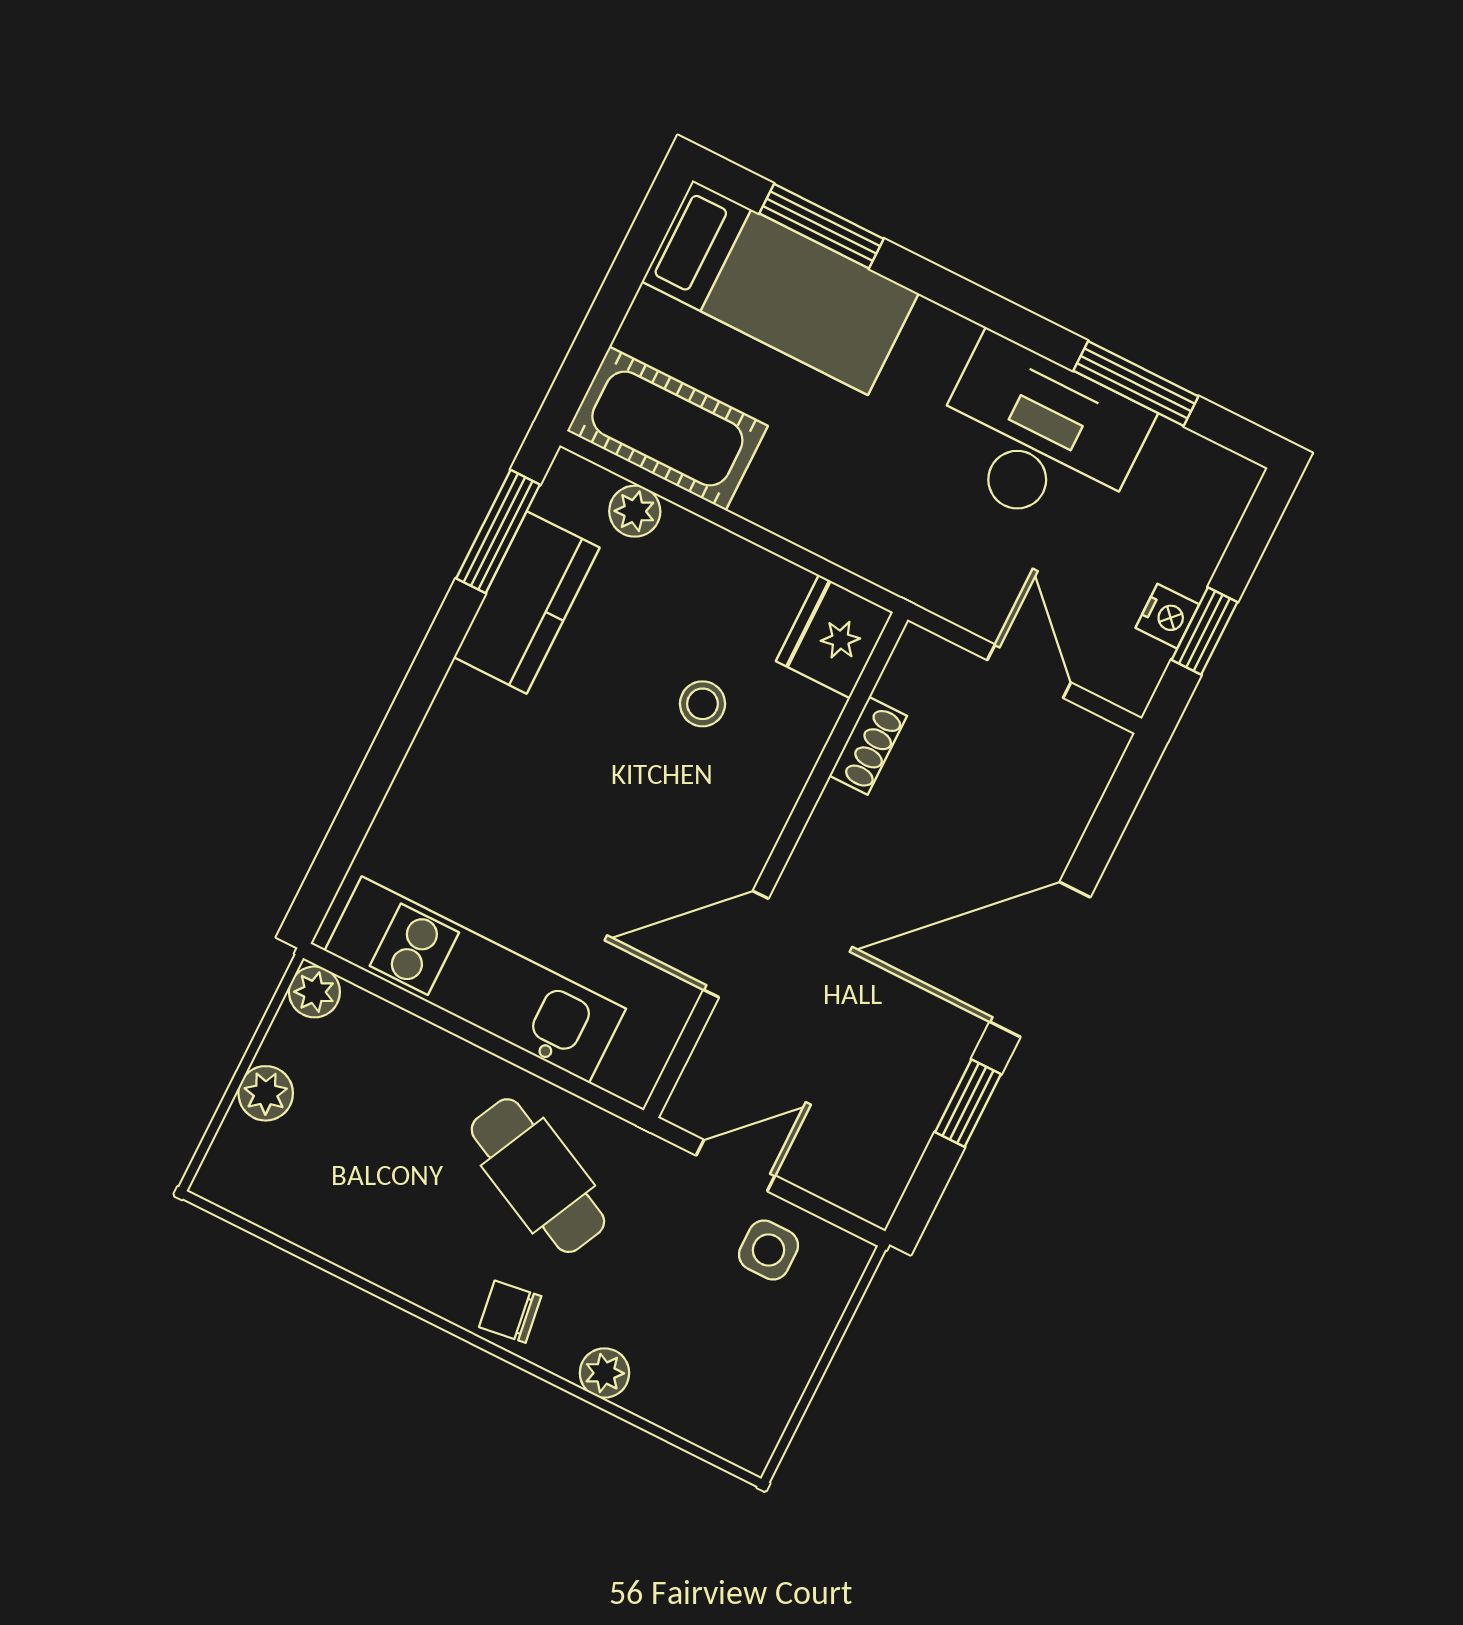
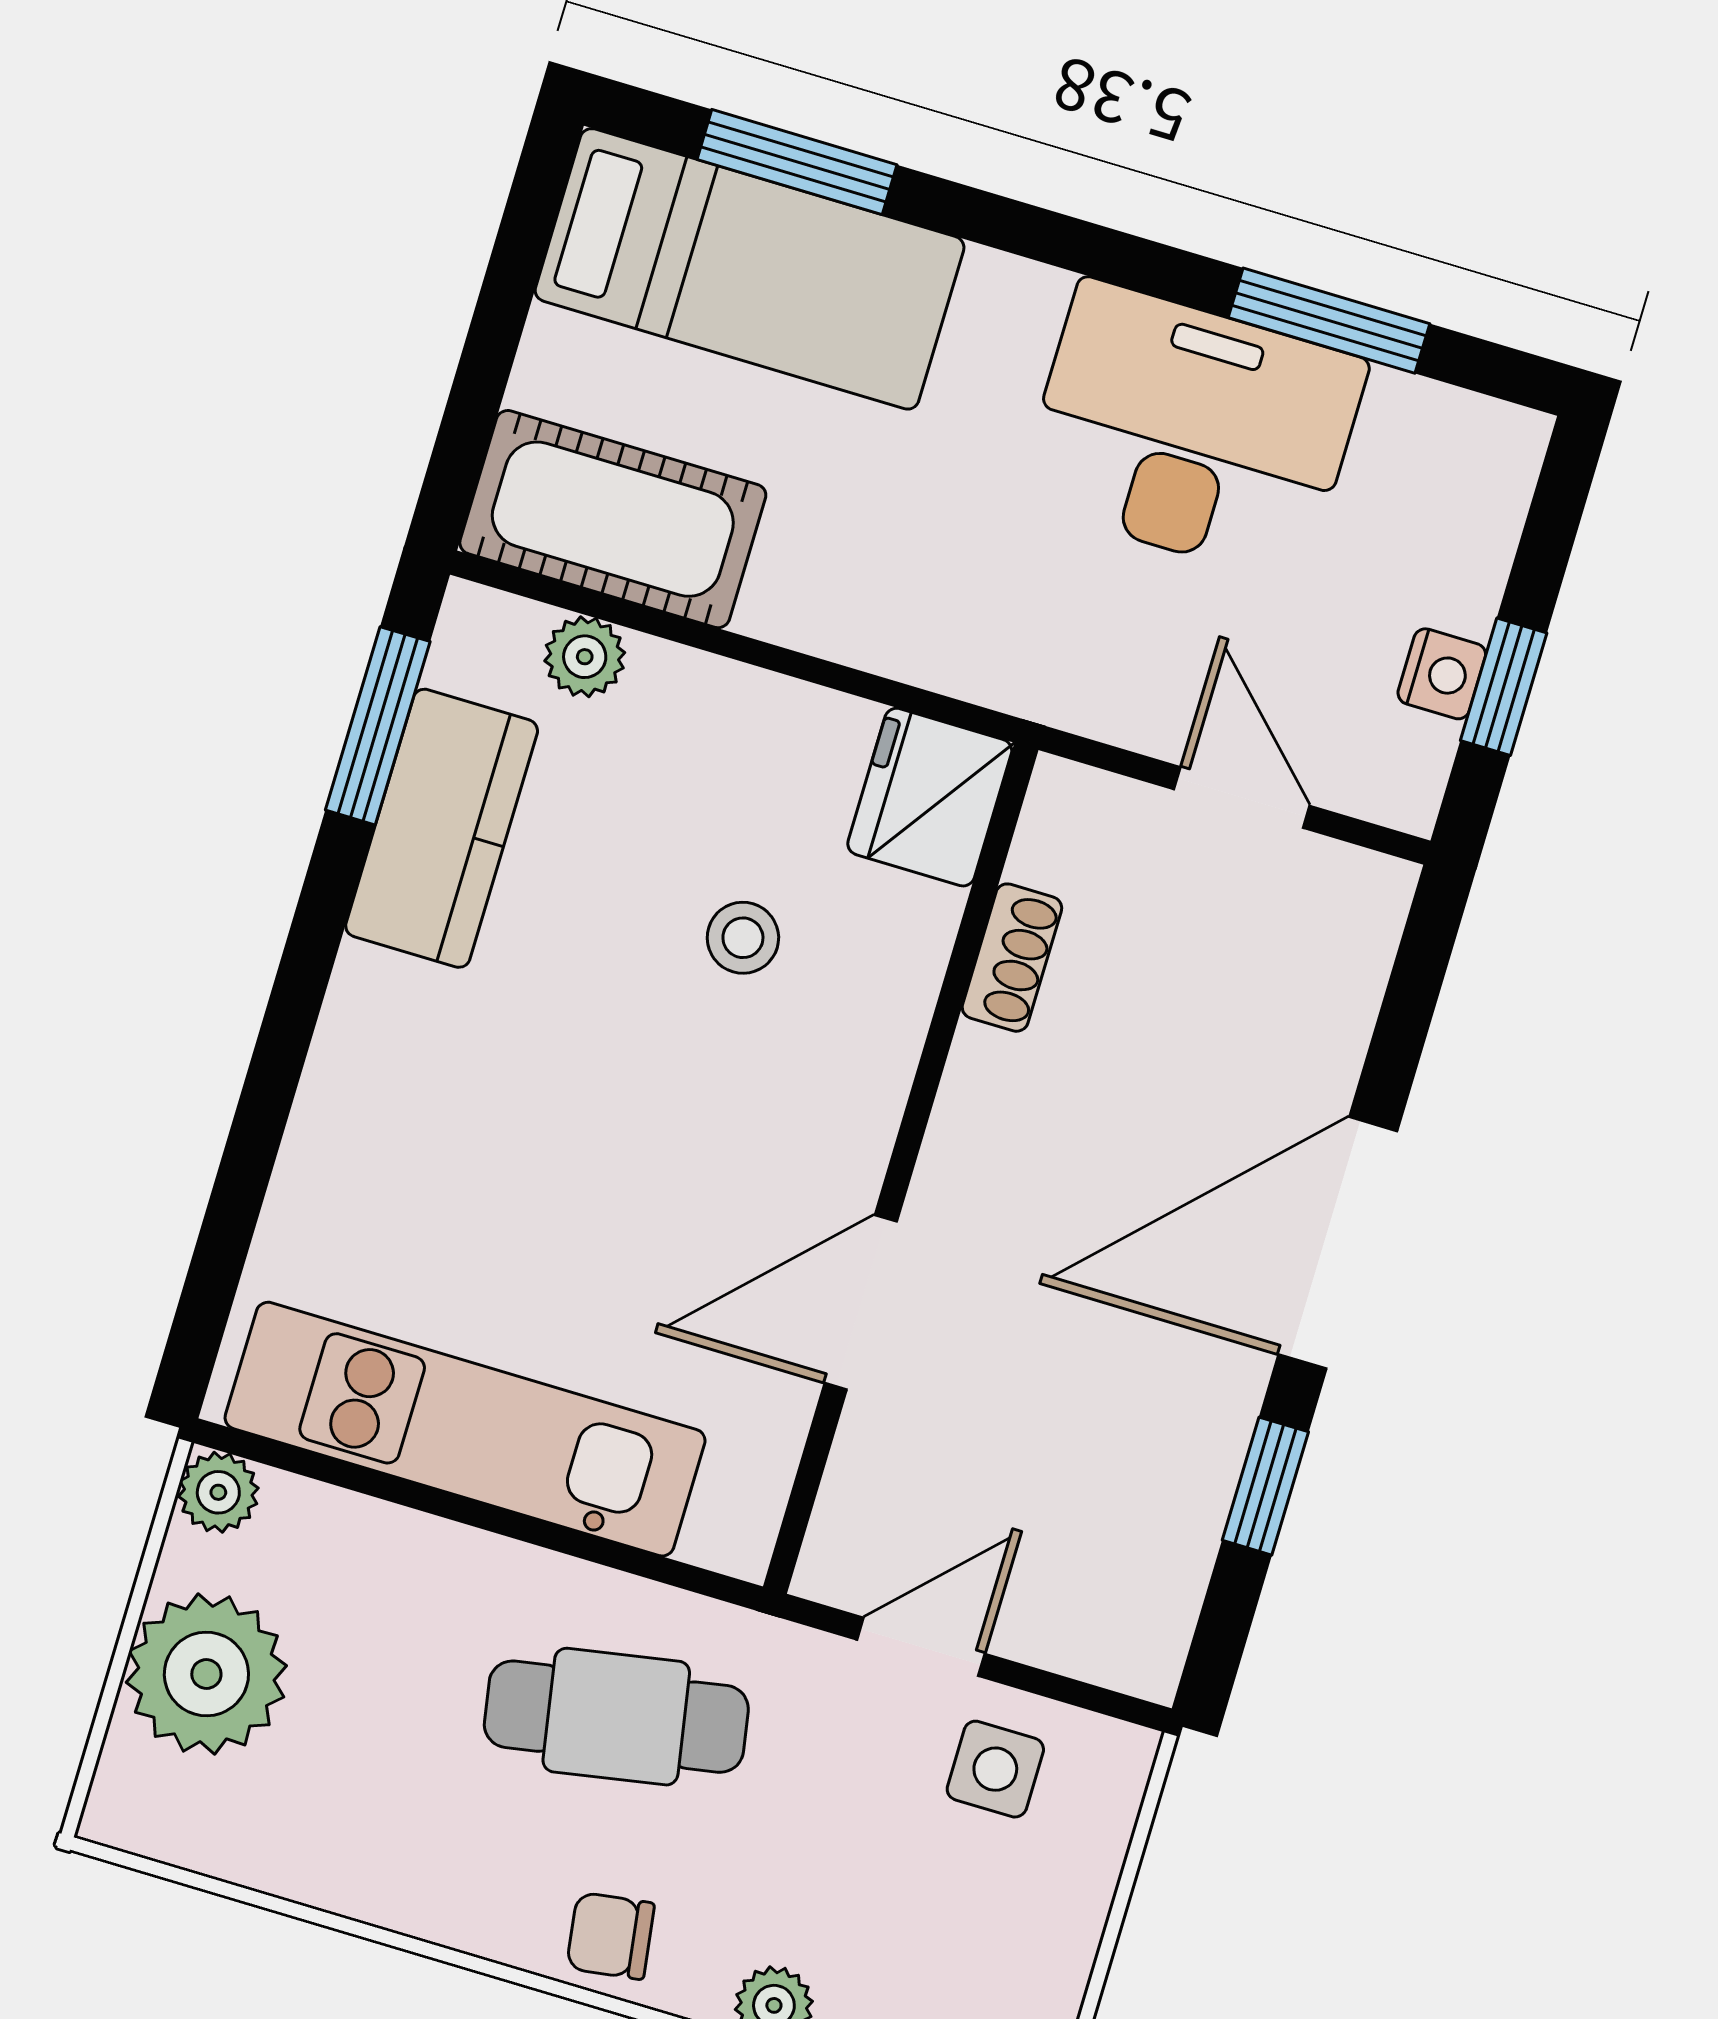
plant: (266, 1093) -> (206, 1674), width x1.88, depth x1.88
cafe table: (538, 1176) -> (616, 1717), turned -36

